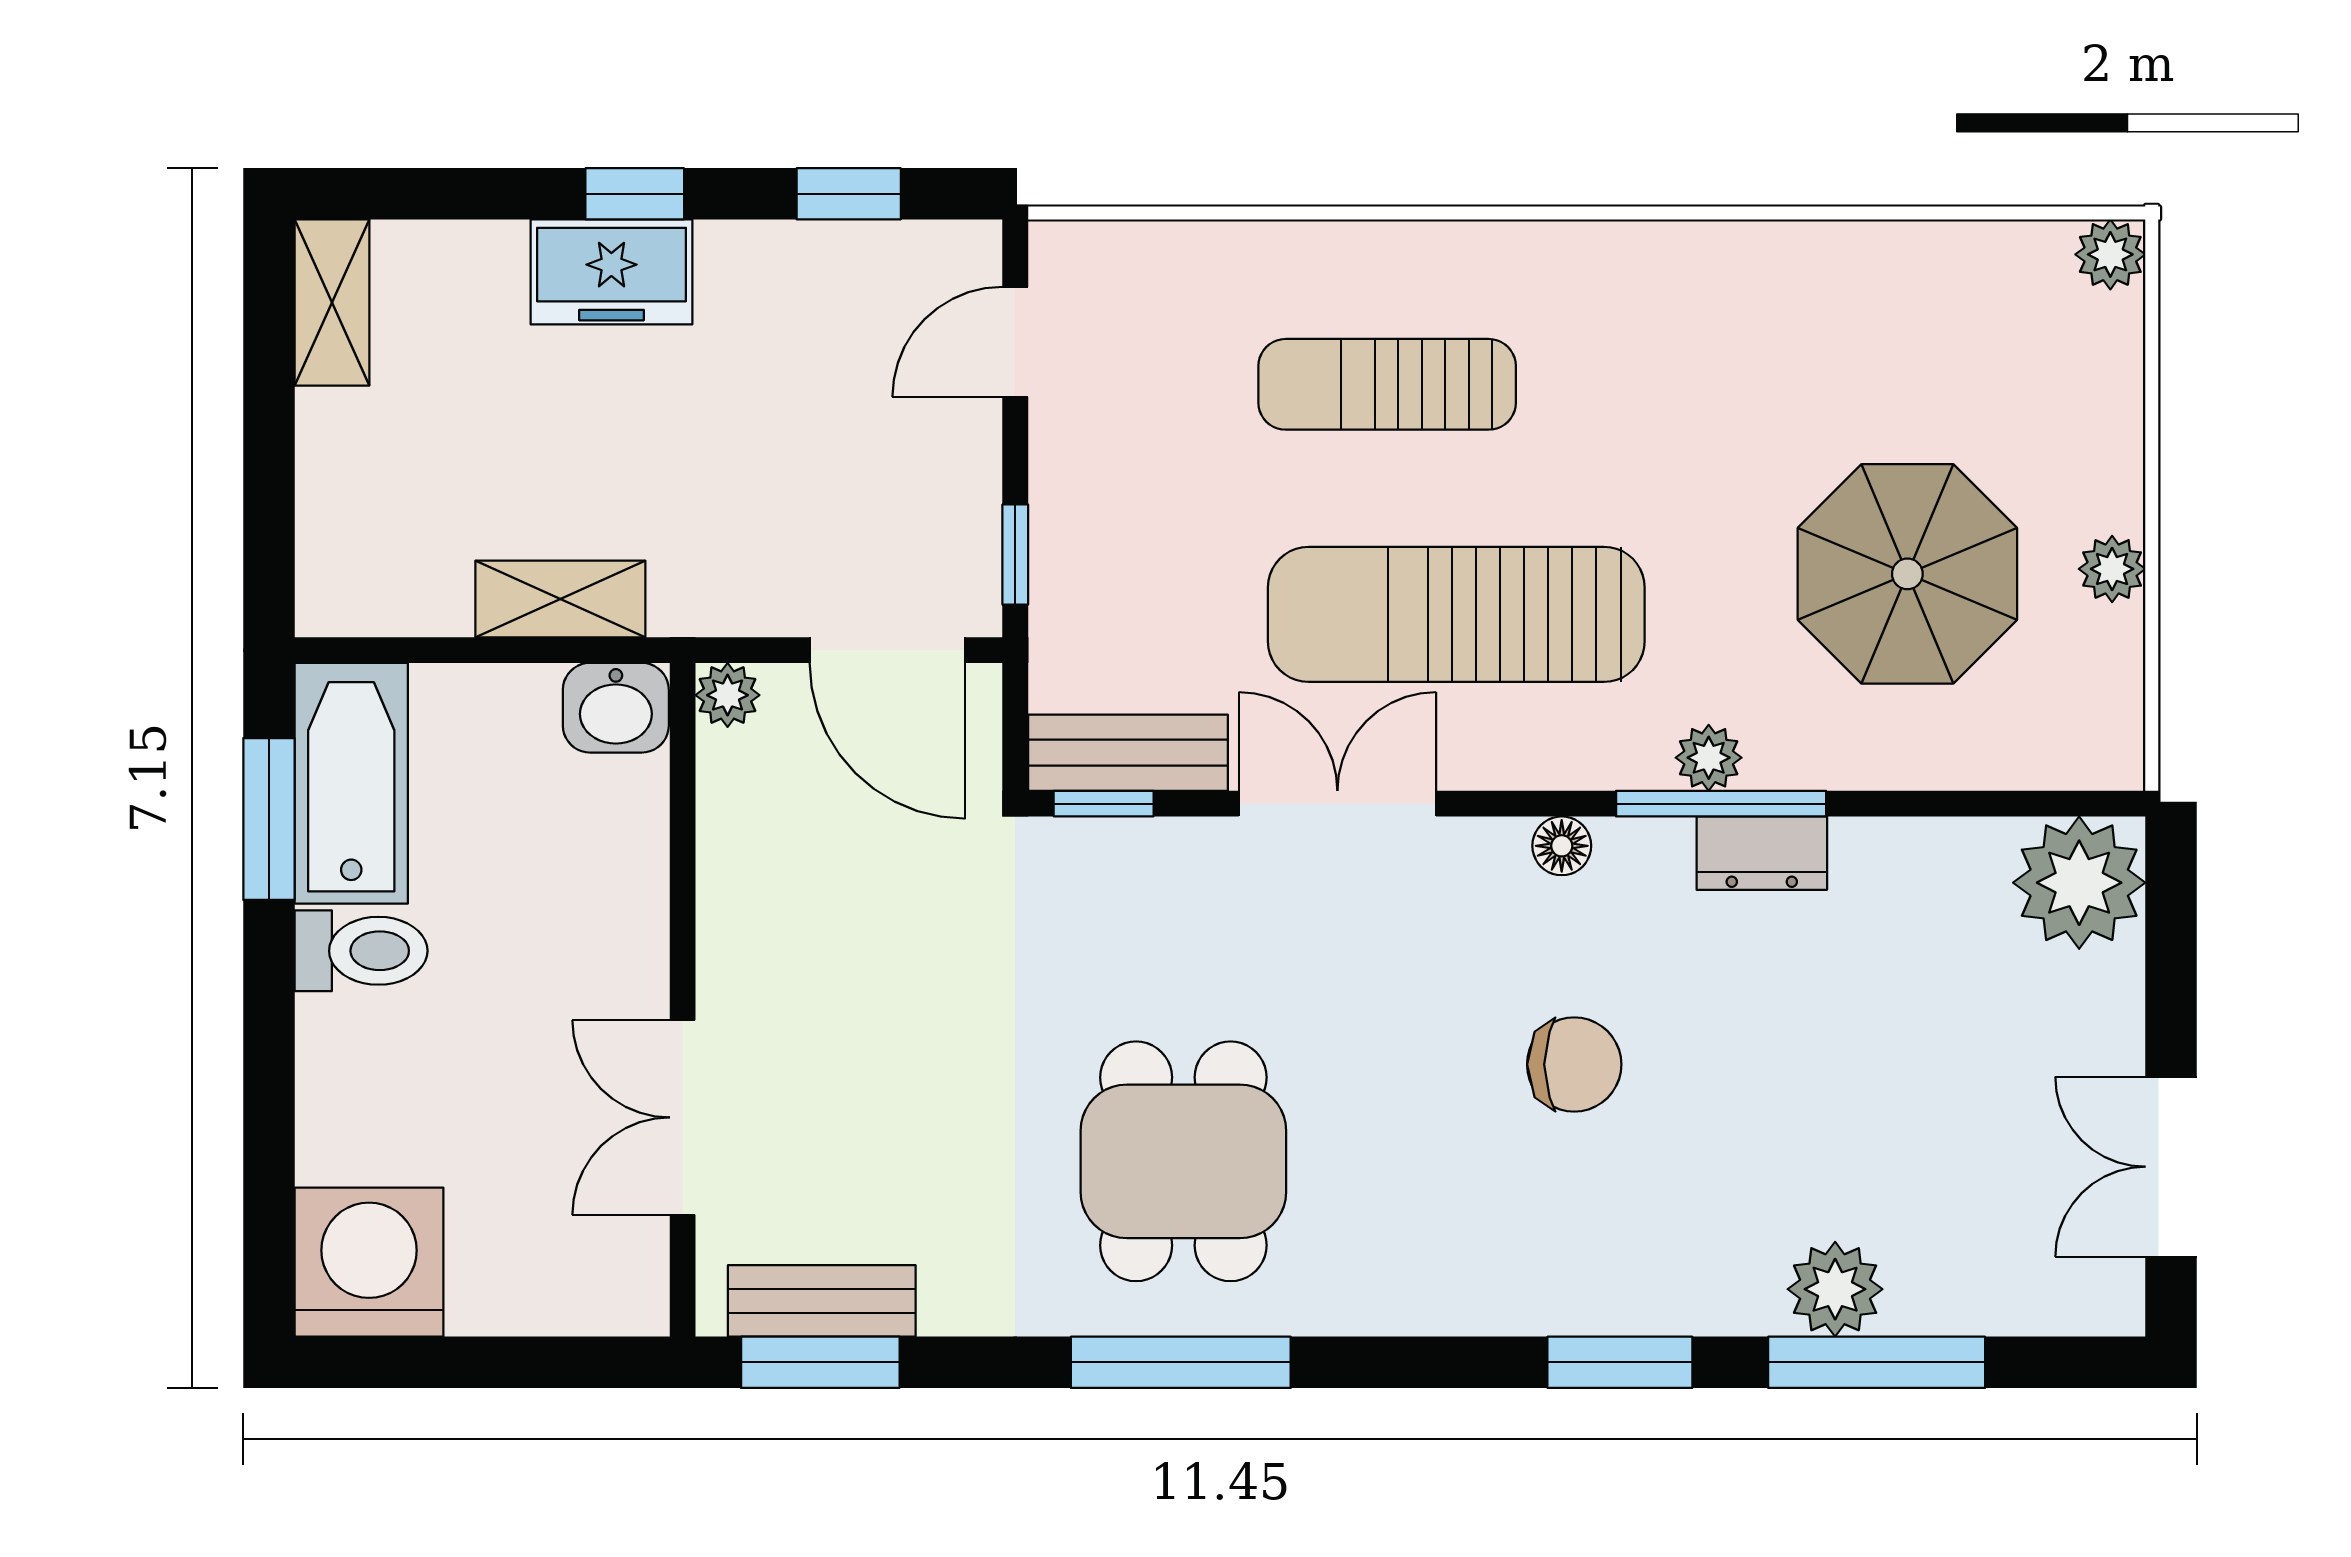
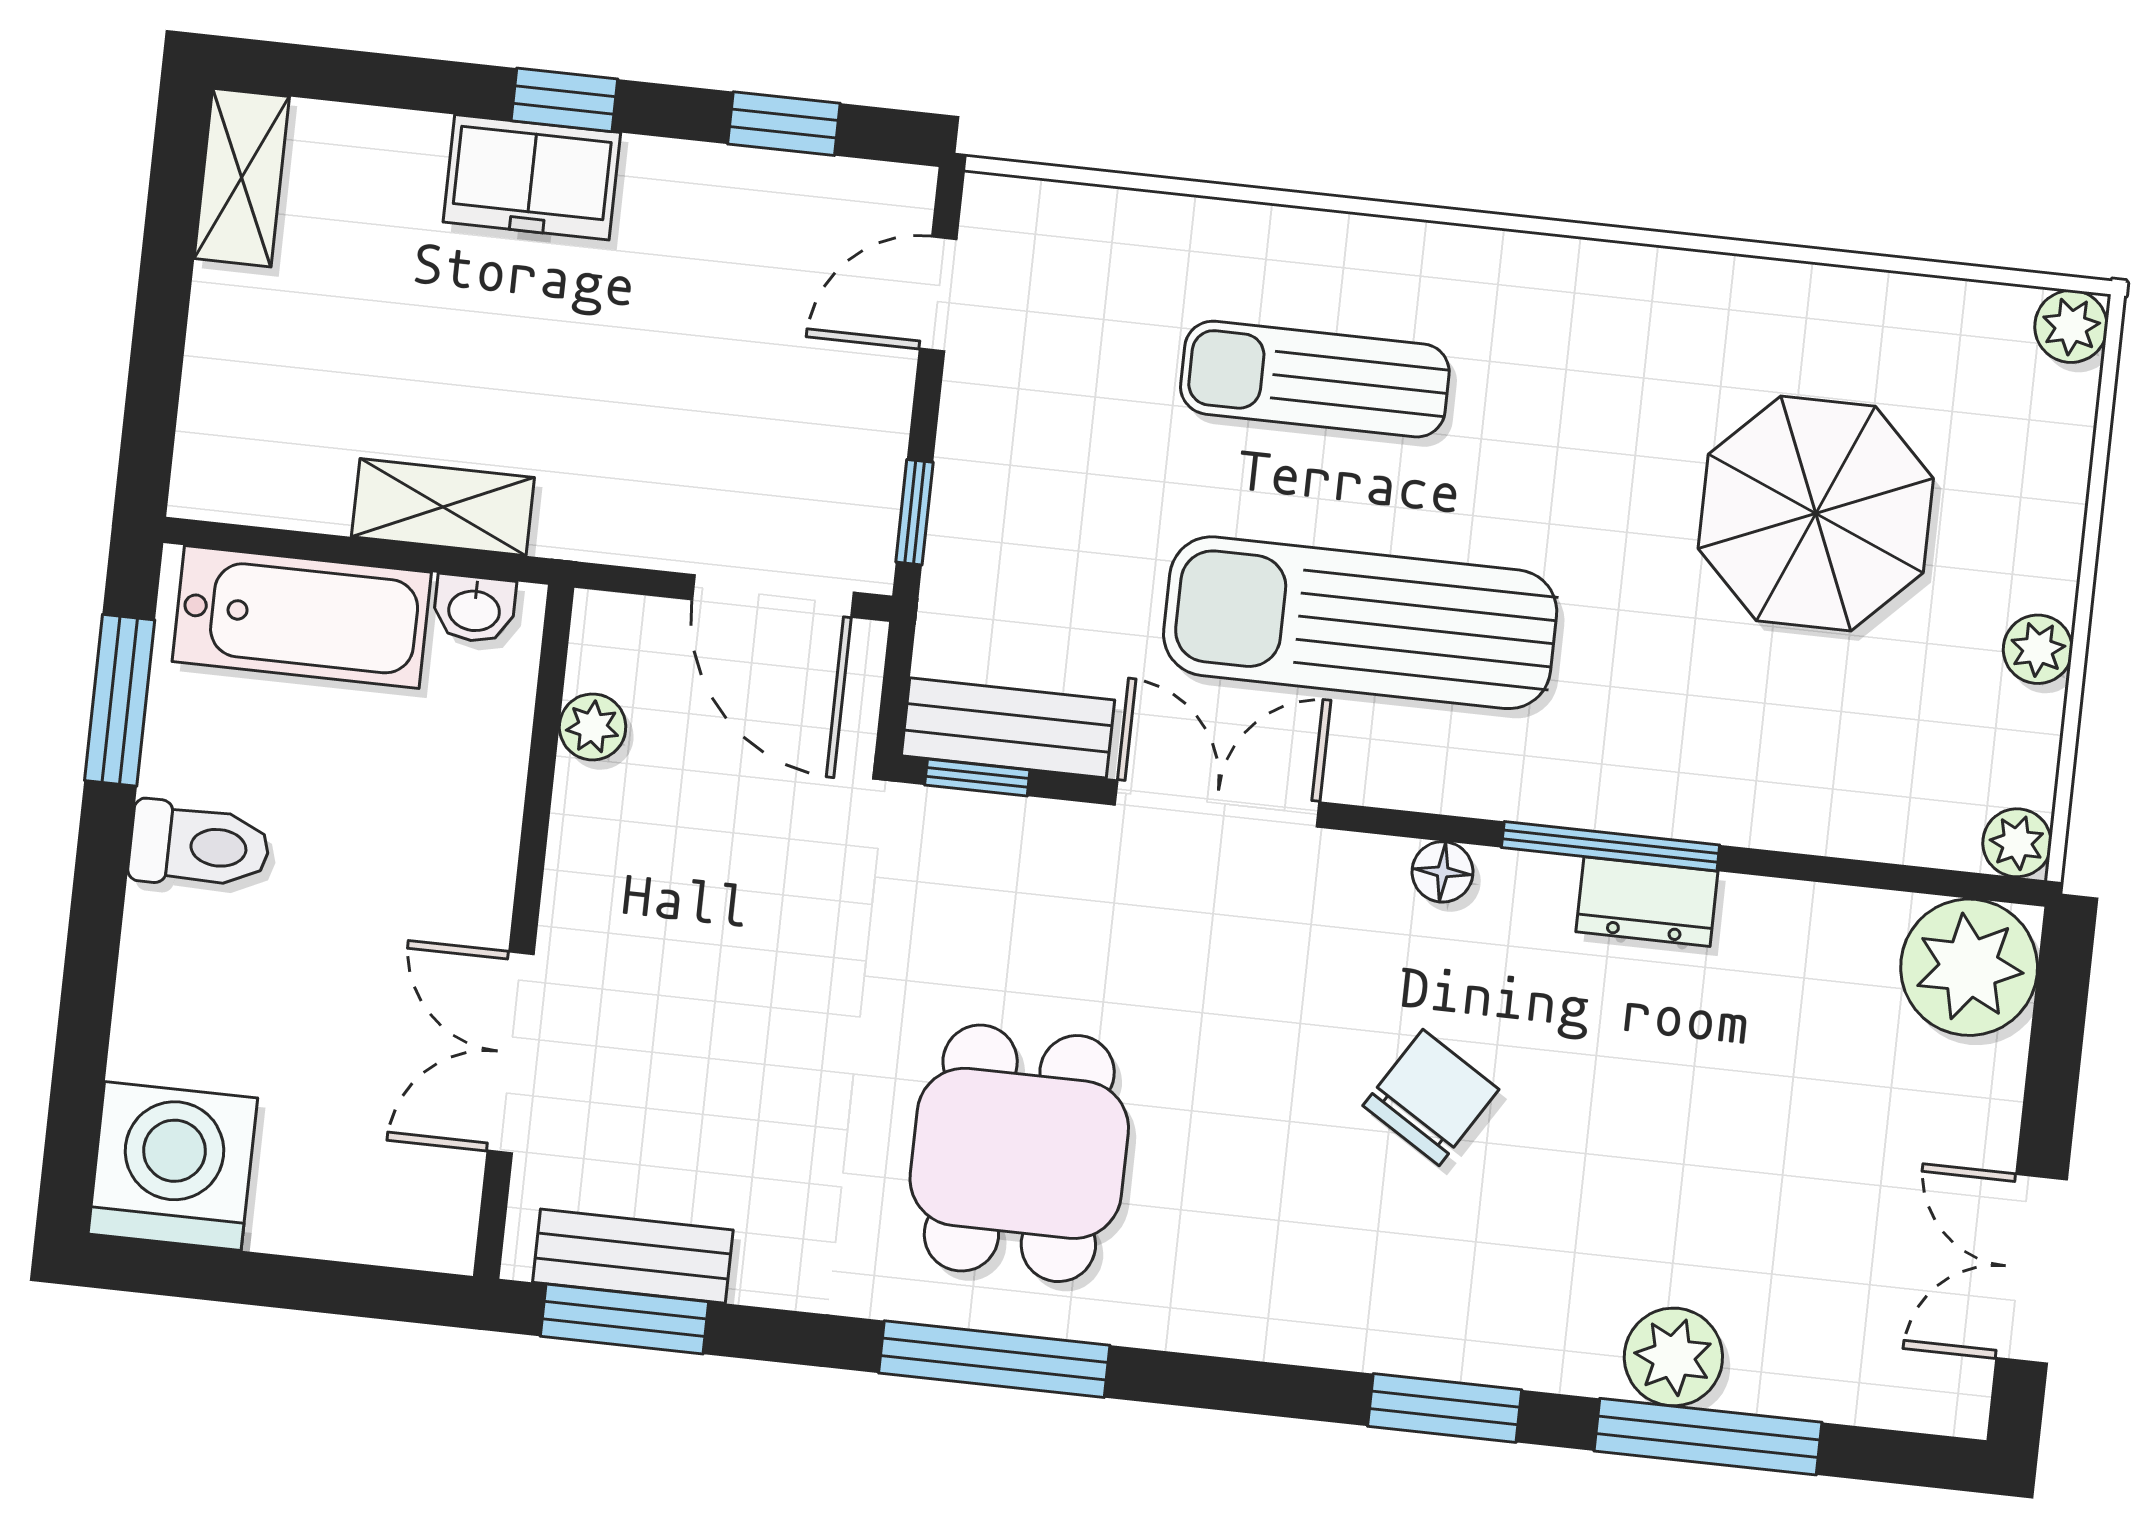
parasol: (1907, 574) -> (1816, 514), moved
plant: (728, 695) -> (593, 727), moved
washbasin: (616, 708) -> (474, 609), width x0.72, depth x0.69
plant: (1709, 758) -> (2017, 843), moved
bathtub: (351, 783) -> (302, 617), moved, turned 90
chair: (1574, 1064) -> (1431, 1097), turned -58

